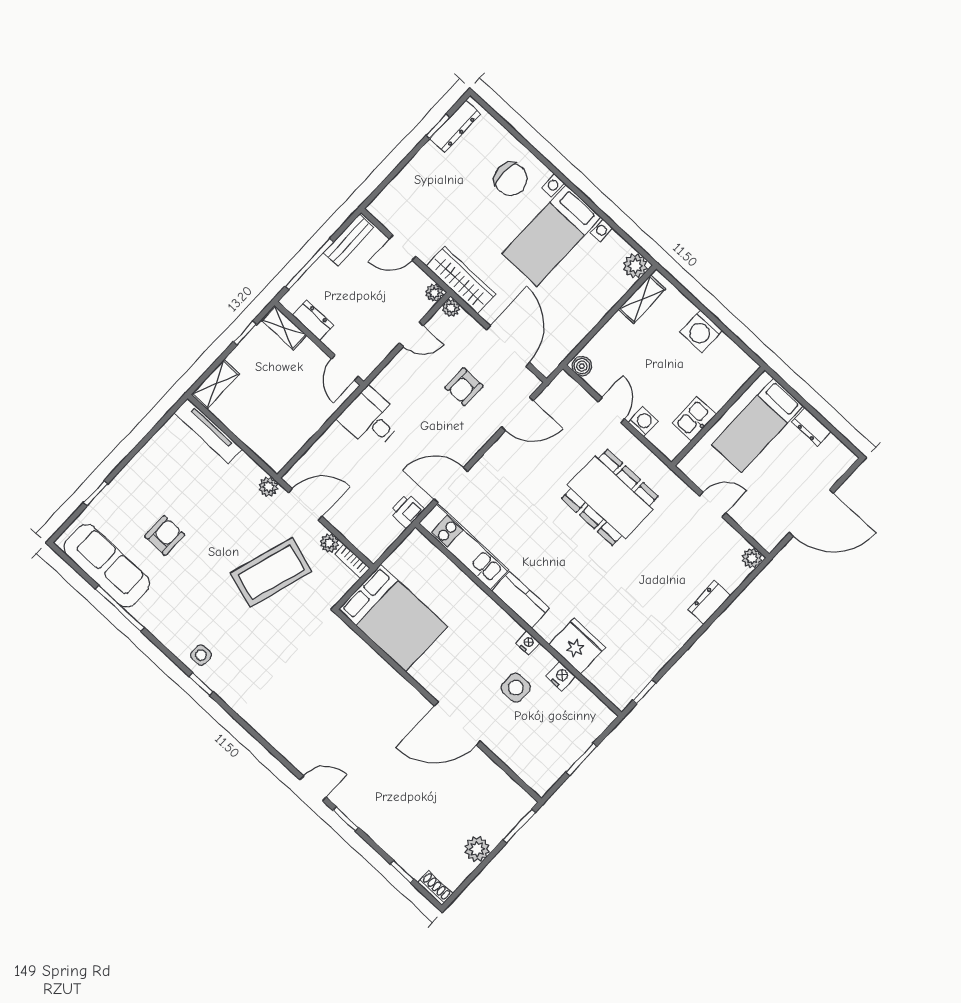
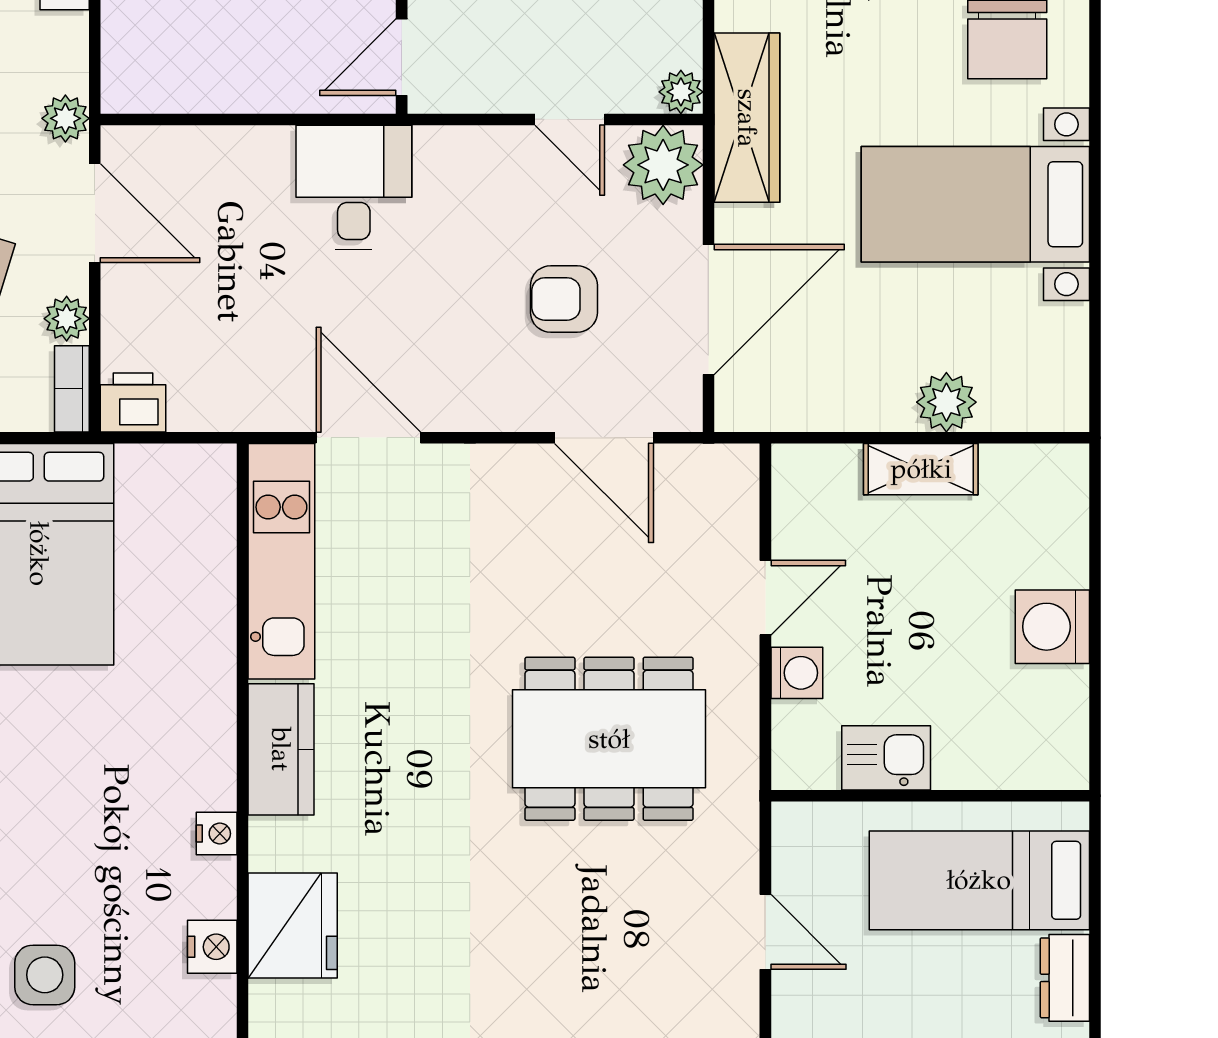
plant: (635, 266) -> (946, 402), moved
shelving: (642, 299) -> (921, 469), moved
plant: (451, 308) -> (663, 165), width x1.88, depth x1.88
boiler: (582, 366) -> (794, 473), removed
dining table: (610, 497) -> (609, 739), turned 90
printer: (407, 511) -> (133, 402), moved
side table: (516, 688) -> (45, 975), moved

